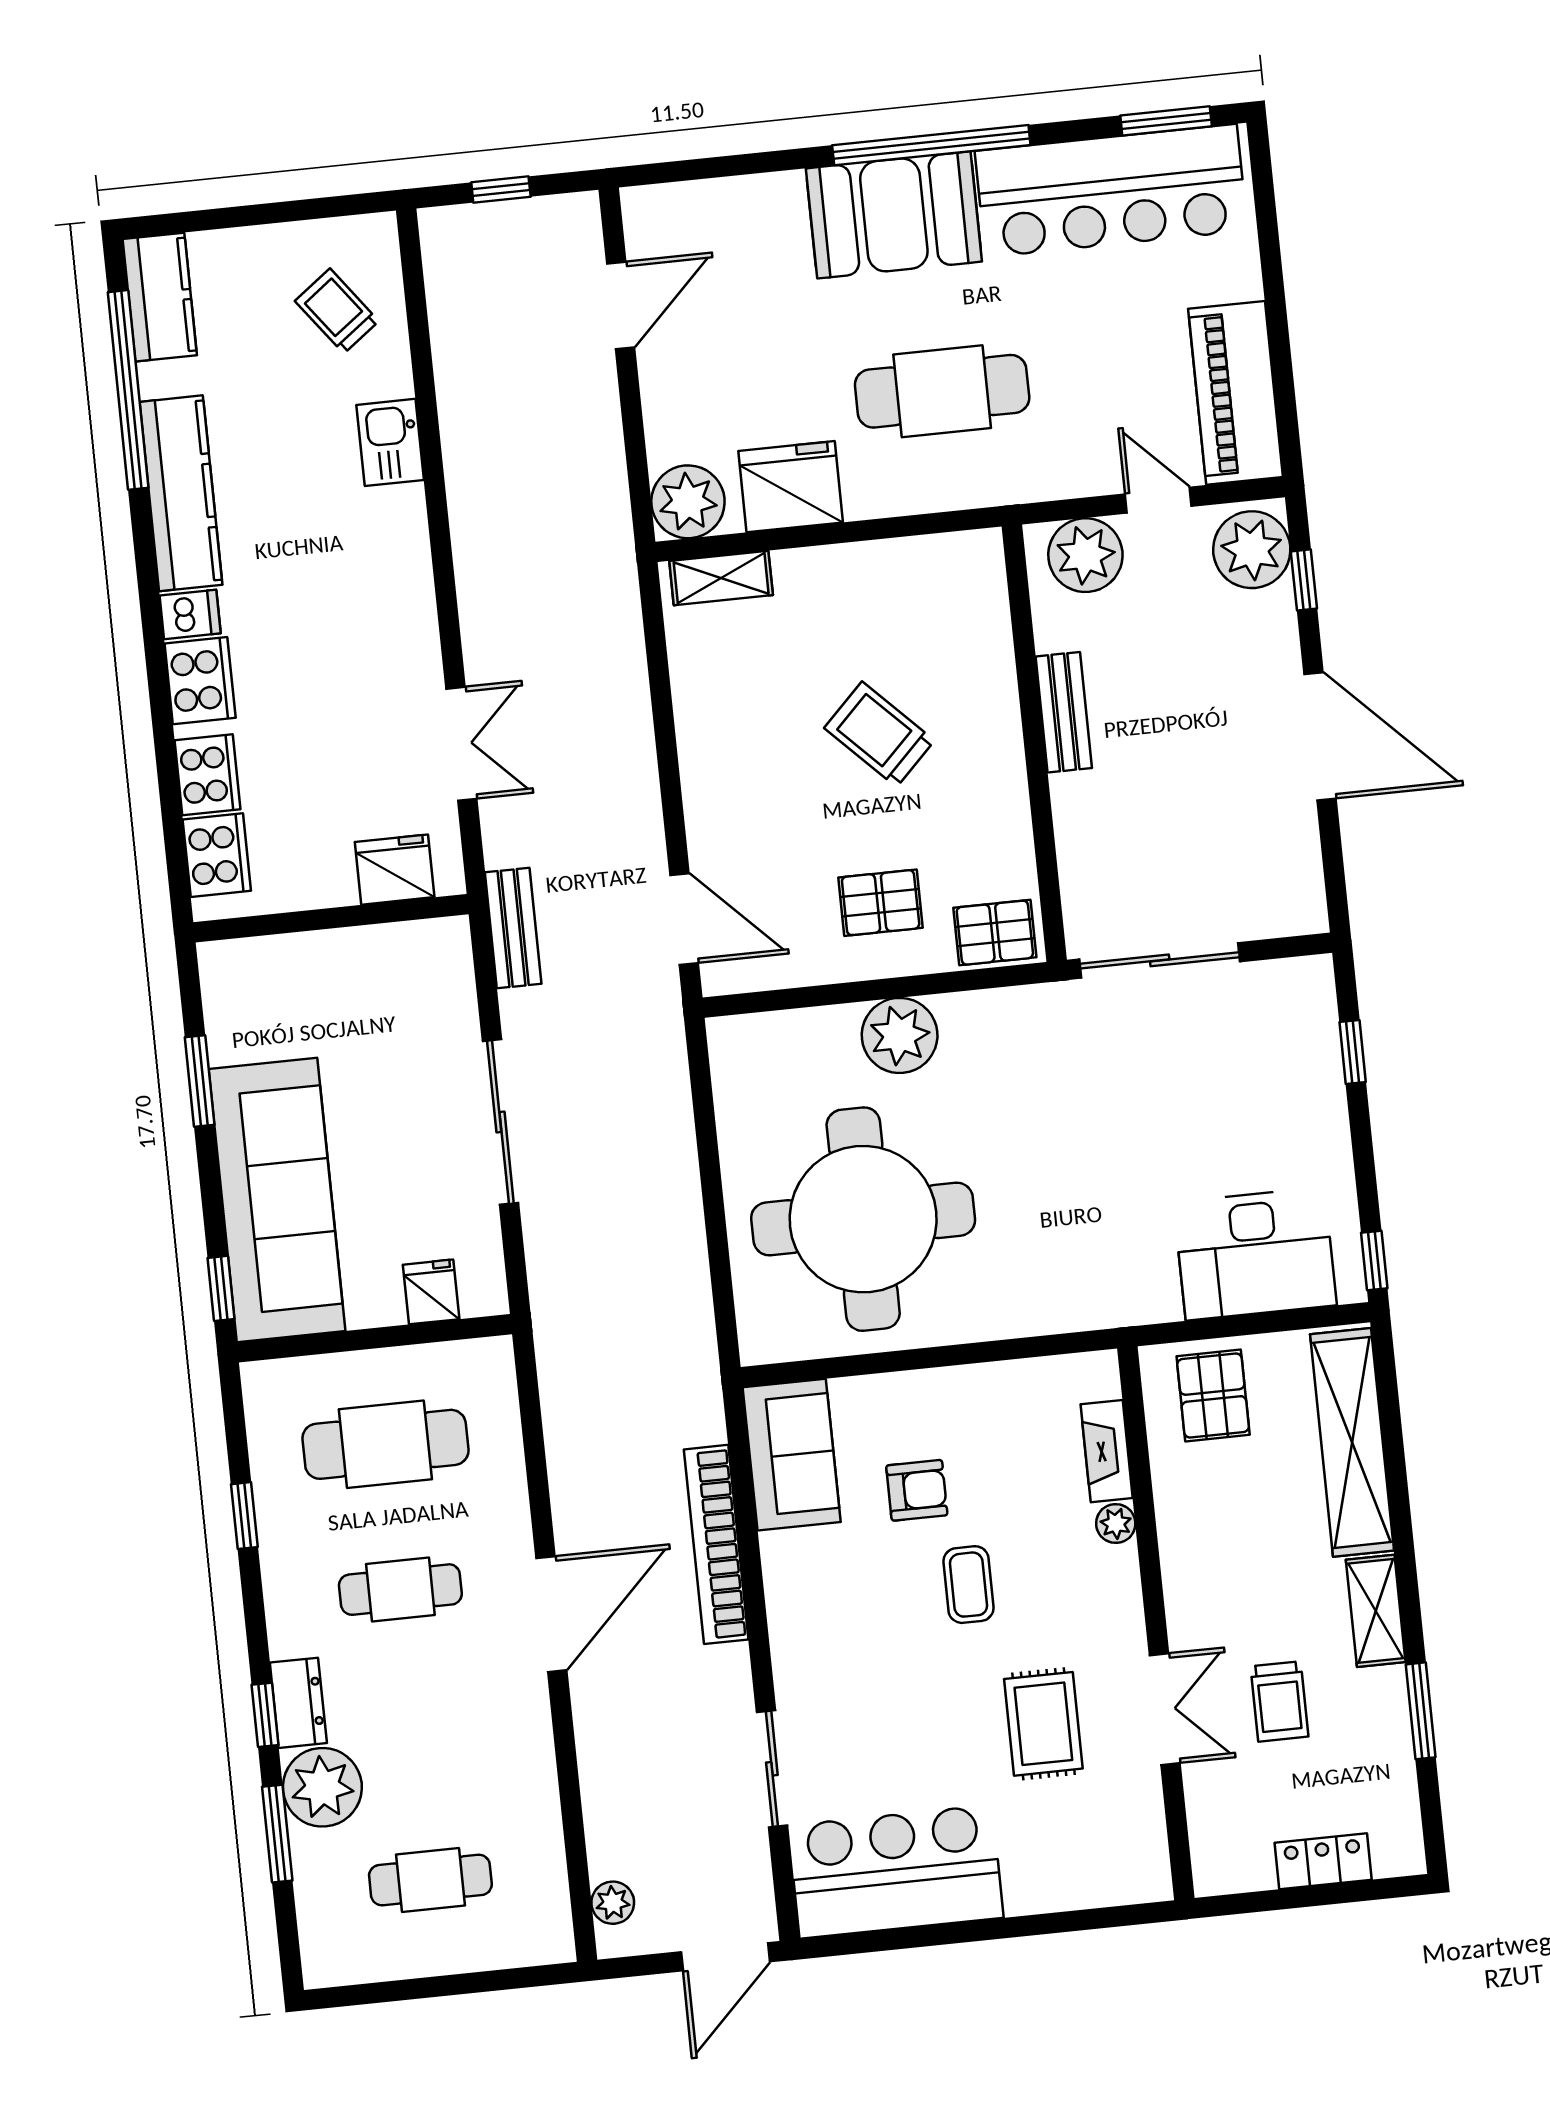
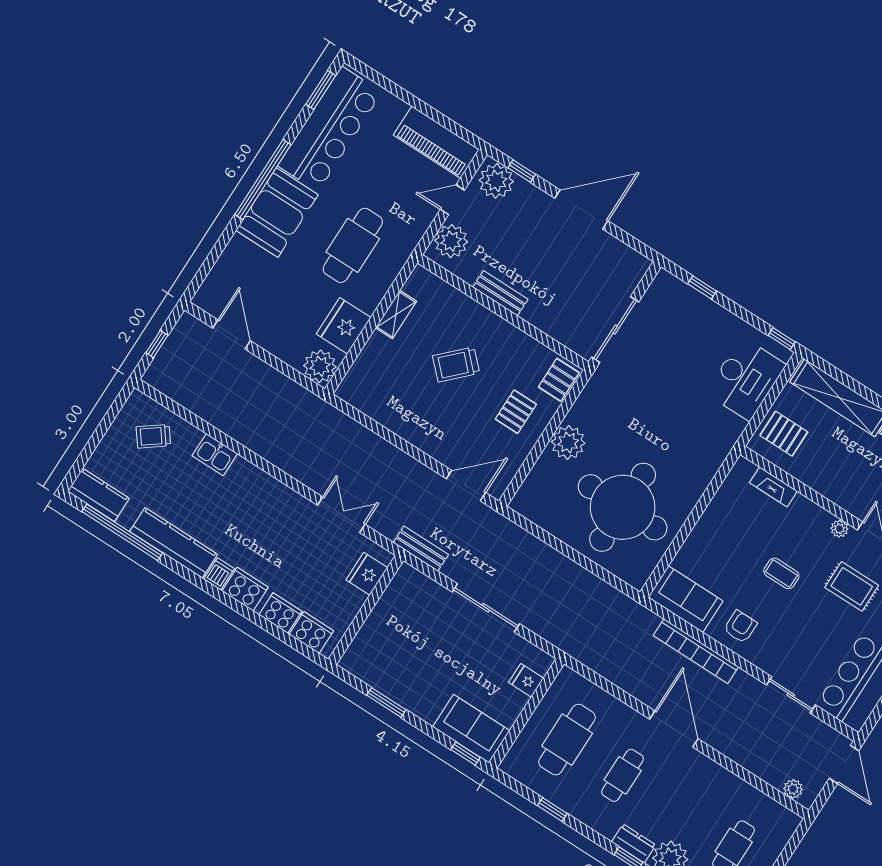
shelving: (721, 578) -> (396, 315), moved
sofa: (277, 1200) -> (471, 729), width x0.54, depth x0.79
armchair: (917, 1490) -> (740, 627), moved
plant: (1116, 1524) -> (839, 529), moved

